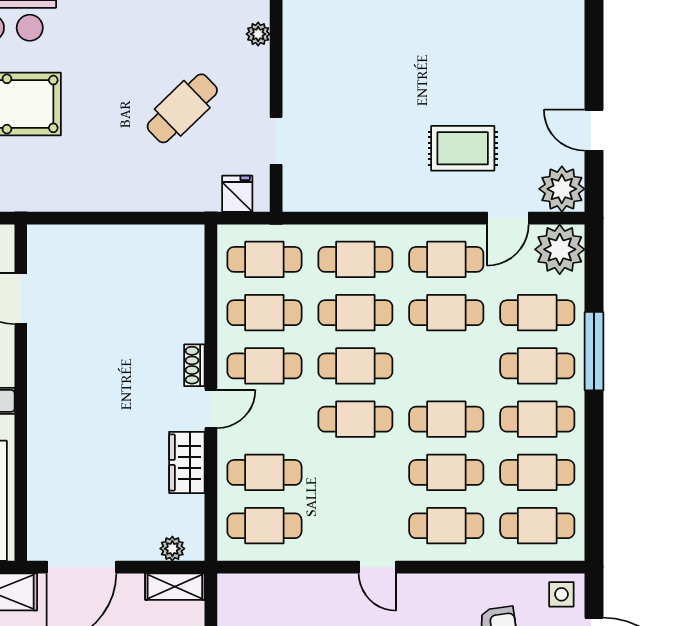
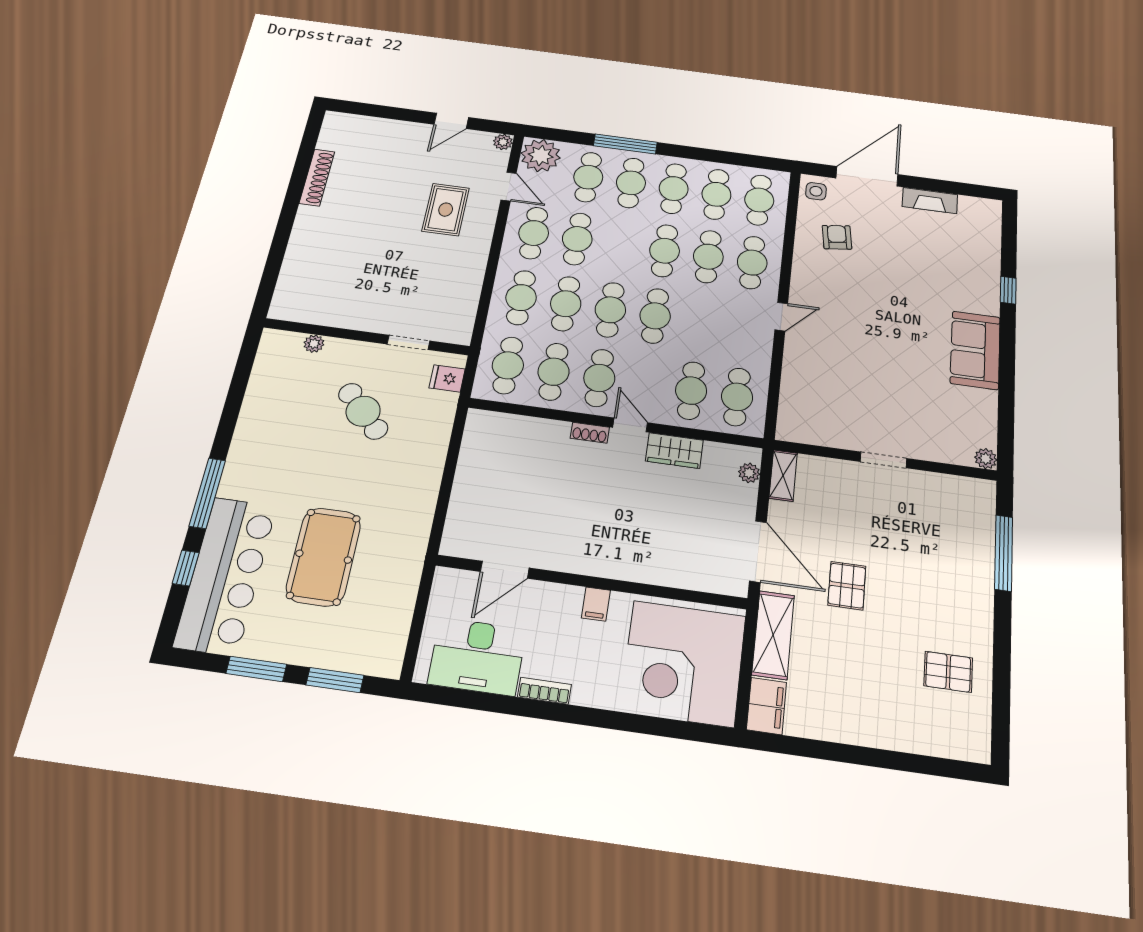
plant: (562, 189) -> (503, 142), width x0.53, depth x0.53

